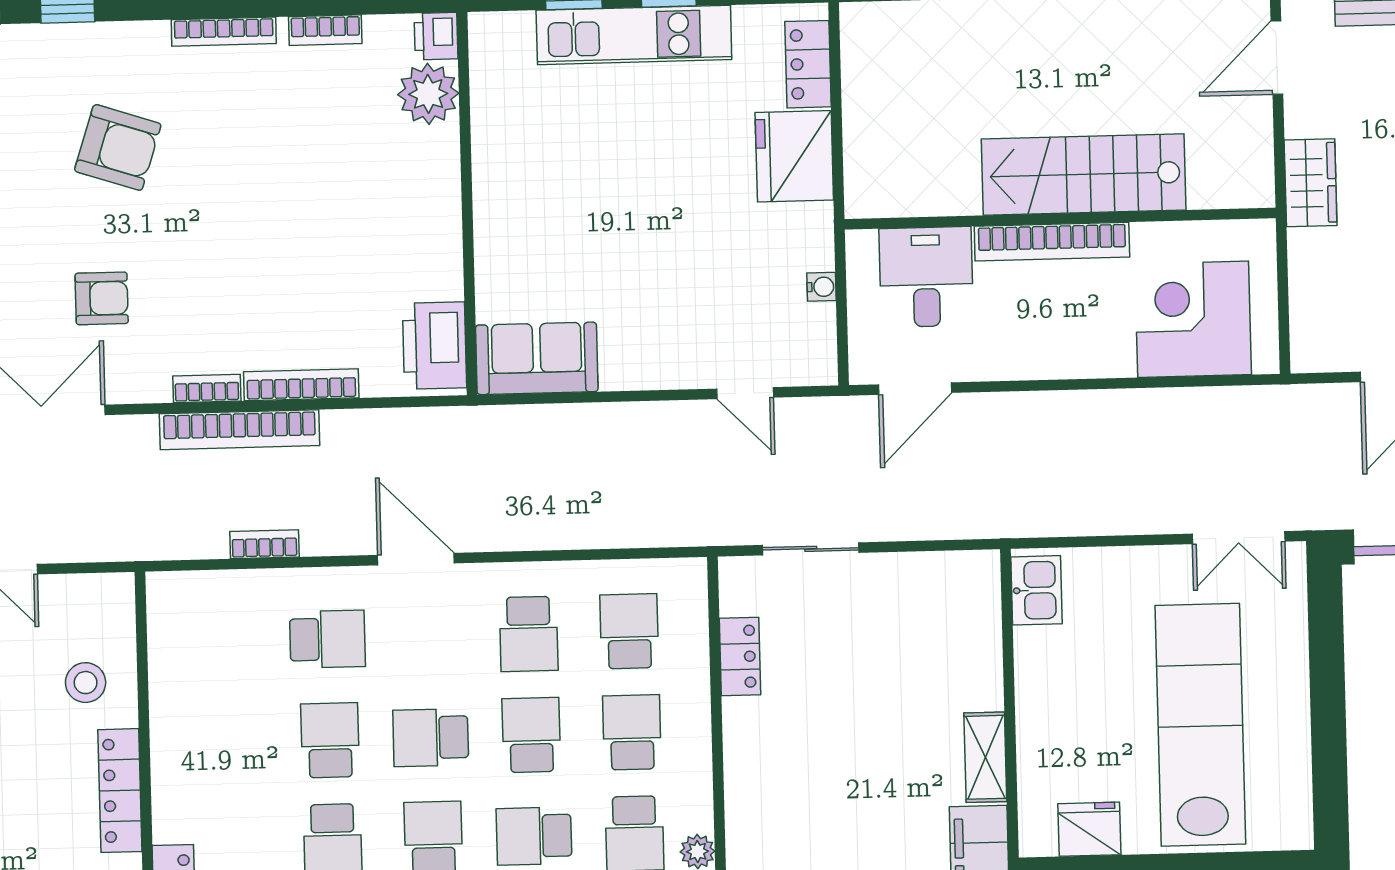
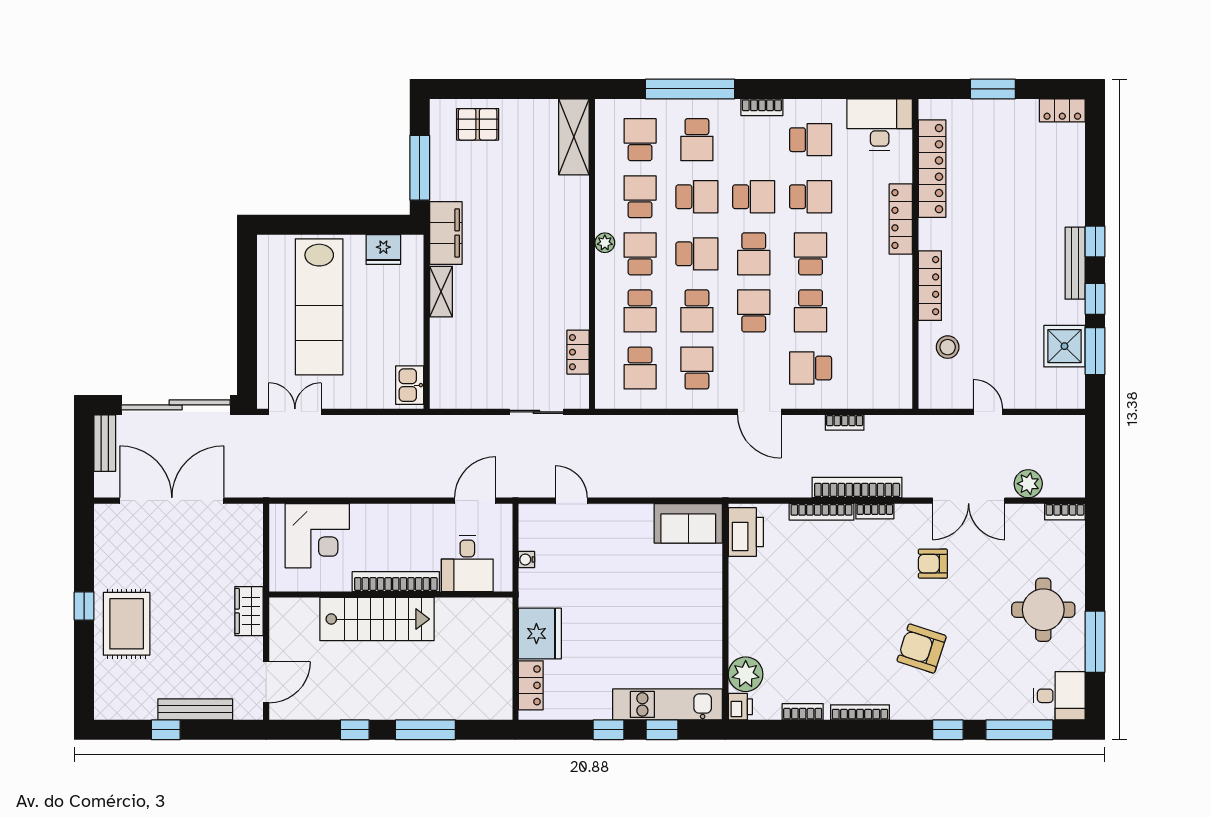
kitchen unit: (634, 35) -> (668, 704), moved
school desk: (431, 738) -> (754, 311), turned -90

